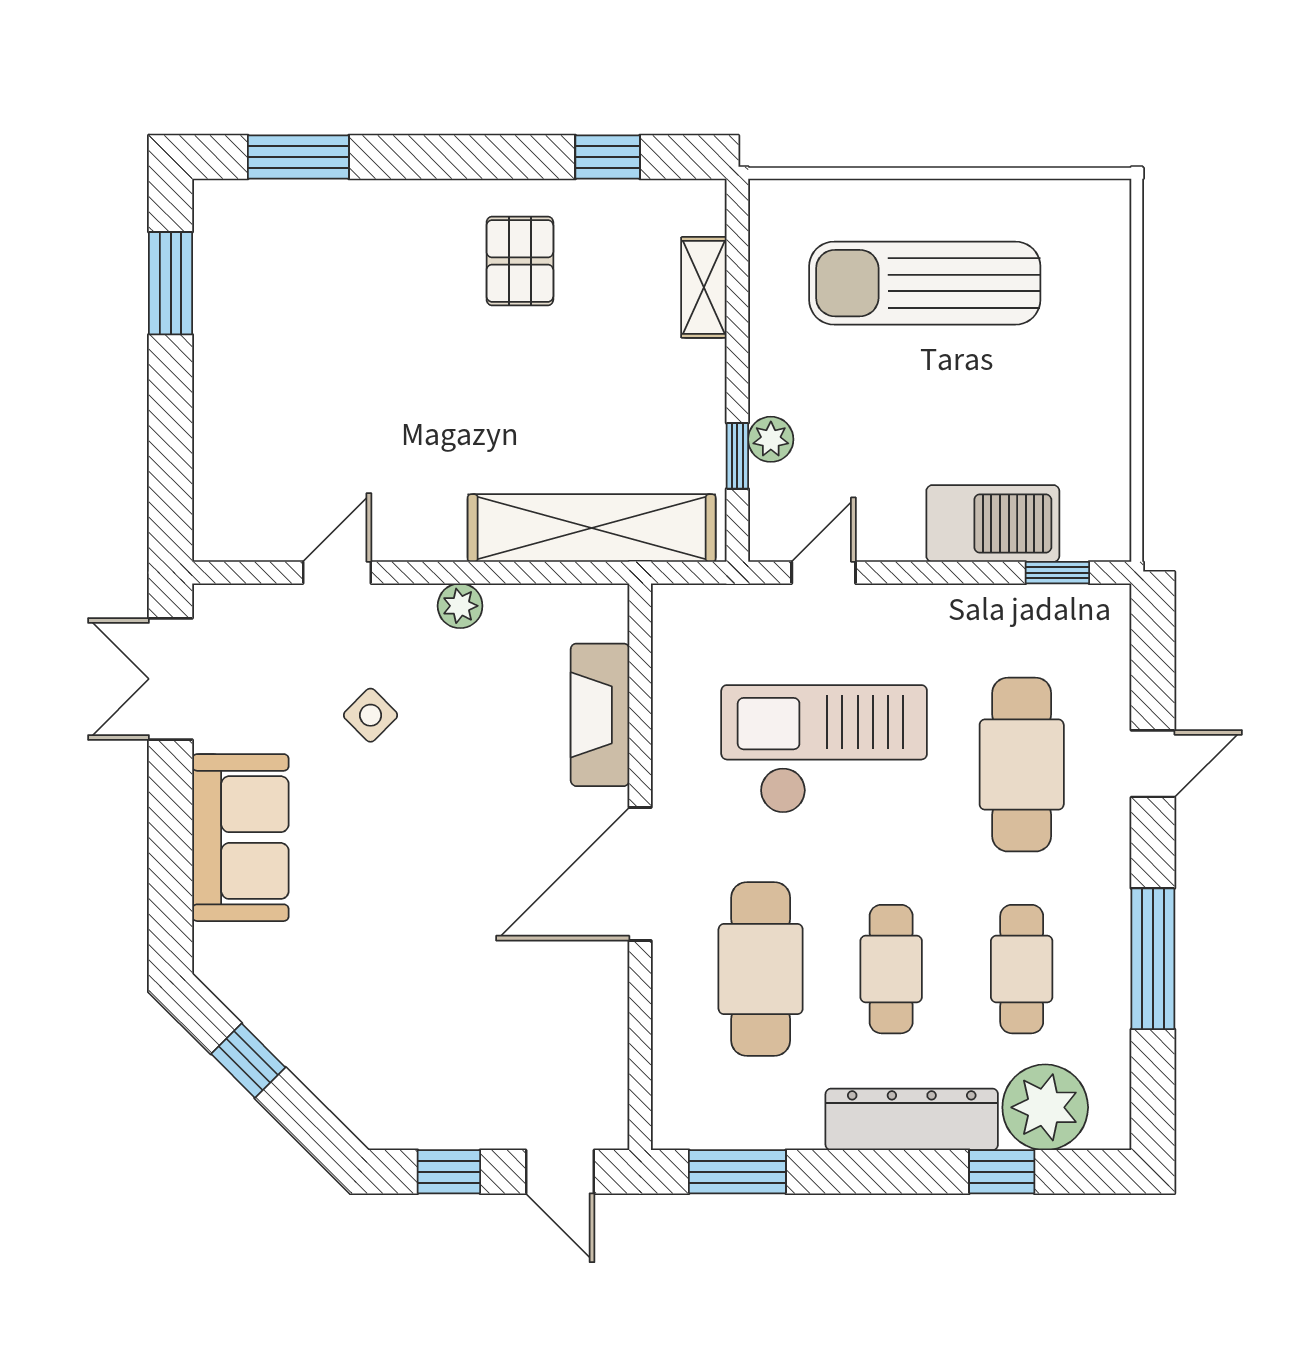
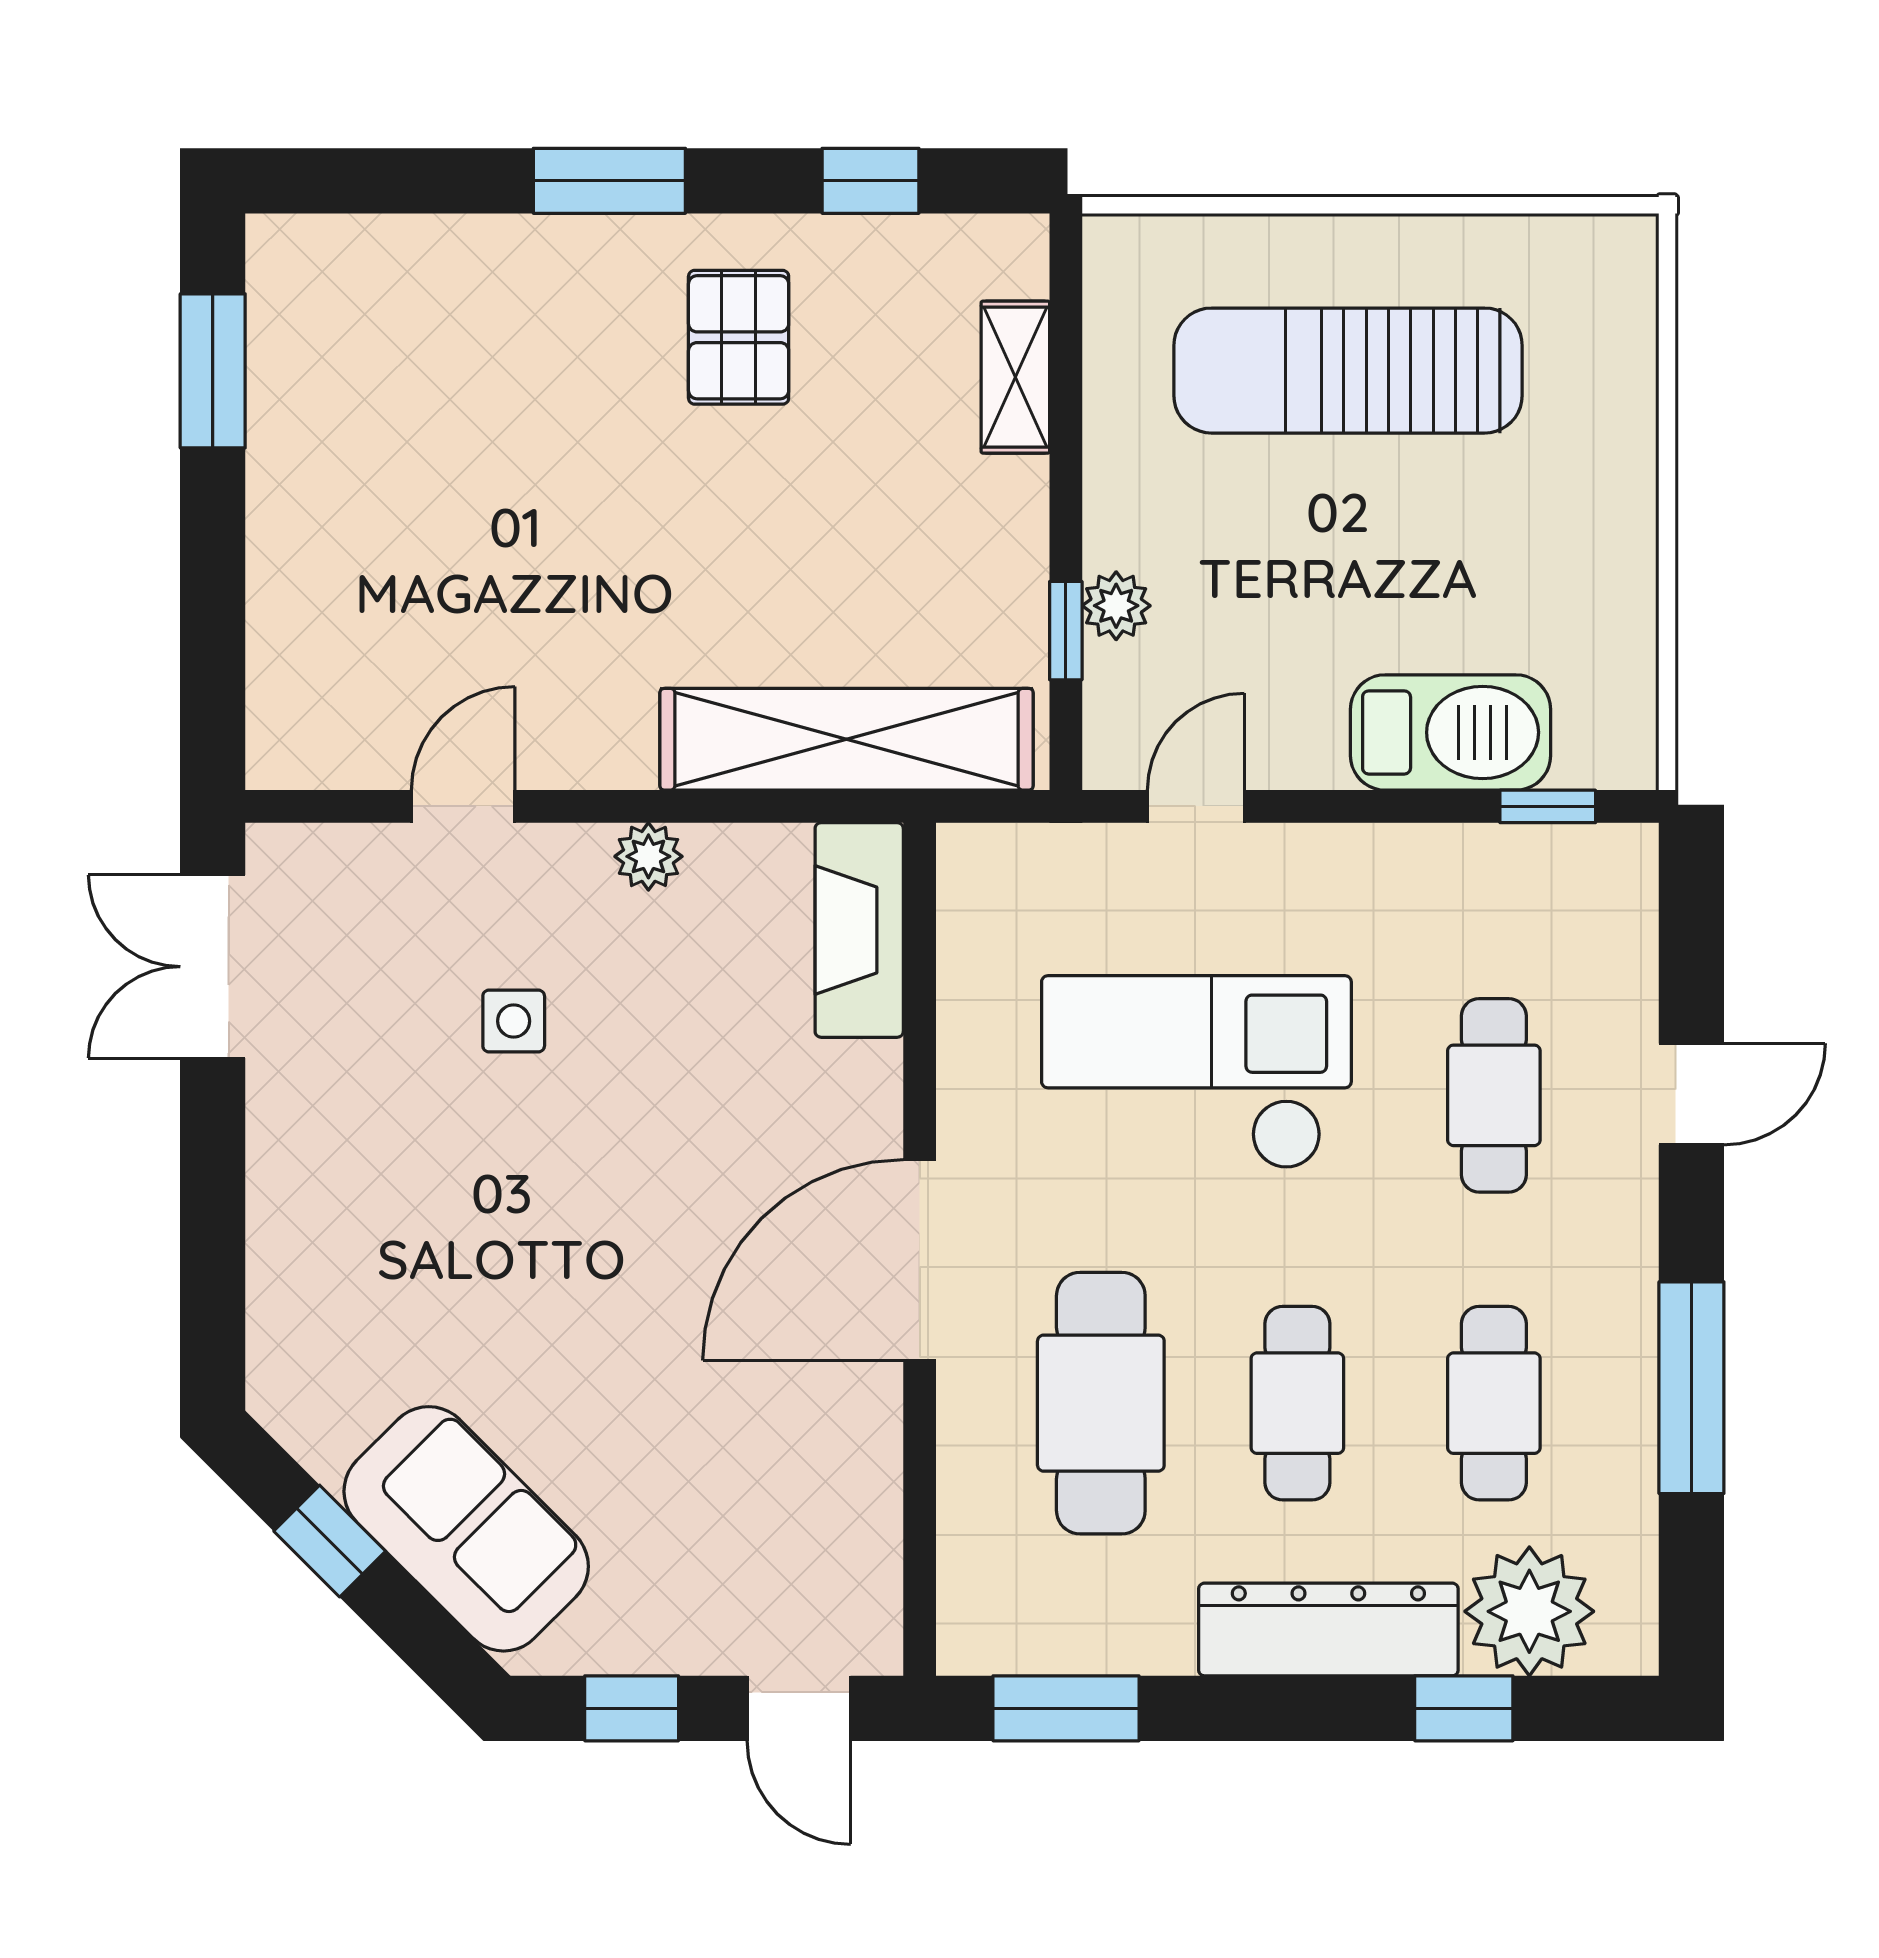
window: (298, 157) -> (609, 181), moved
side table: (371, 715) -> (514, 1021), turned 45
fireplace: (600, 715) -> (859, 930), moved
cafe table: (1022, 765) -> (1494, 1095), width x0.73, depth x0.74
sofa: (240, 838) -> (466, 1529), moved, turned -45

